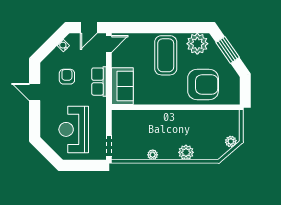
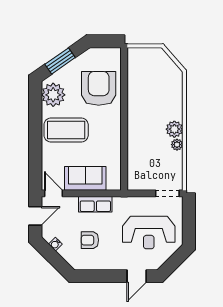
door: (89, 28) -> (35, 216), hinge flipped
sofa: (122, 86) -> (85, 178), moved
door: (35, 92) -> (137, 276), moved
plant: (231, 141) -> (162, 57), removed
plant: (186, 152) -> (174, 129), moved

